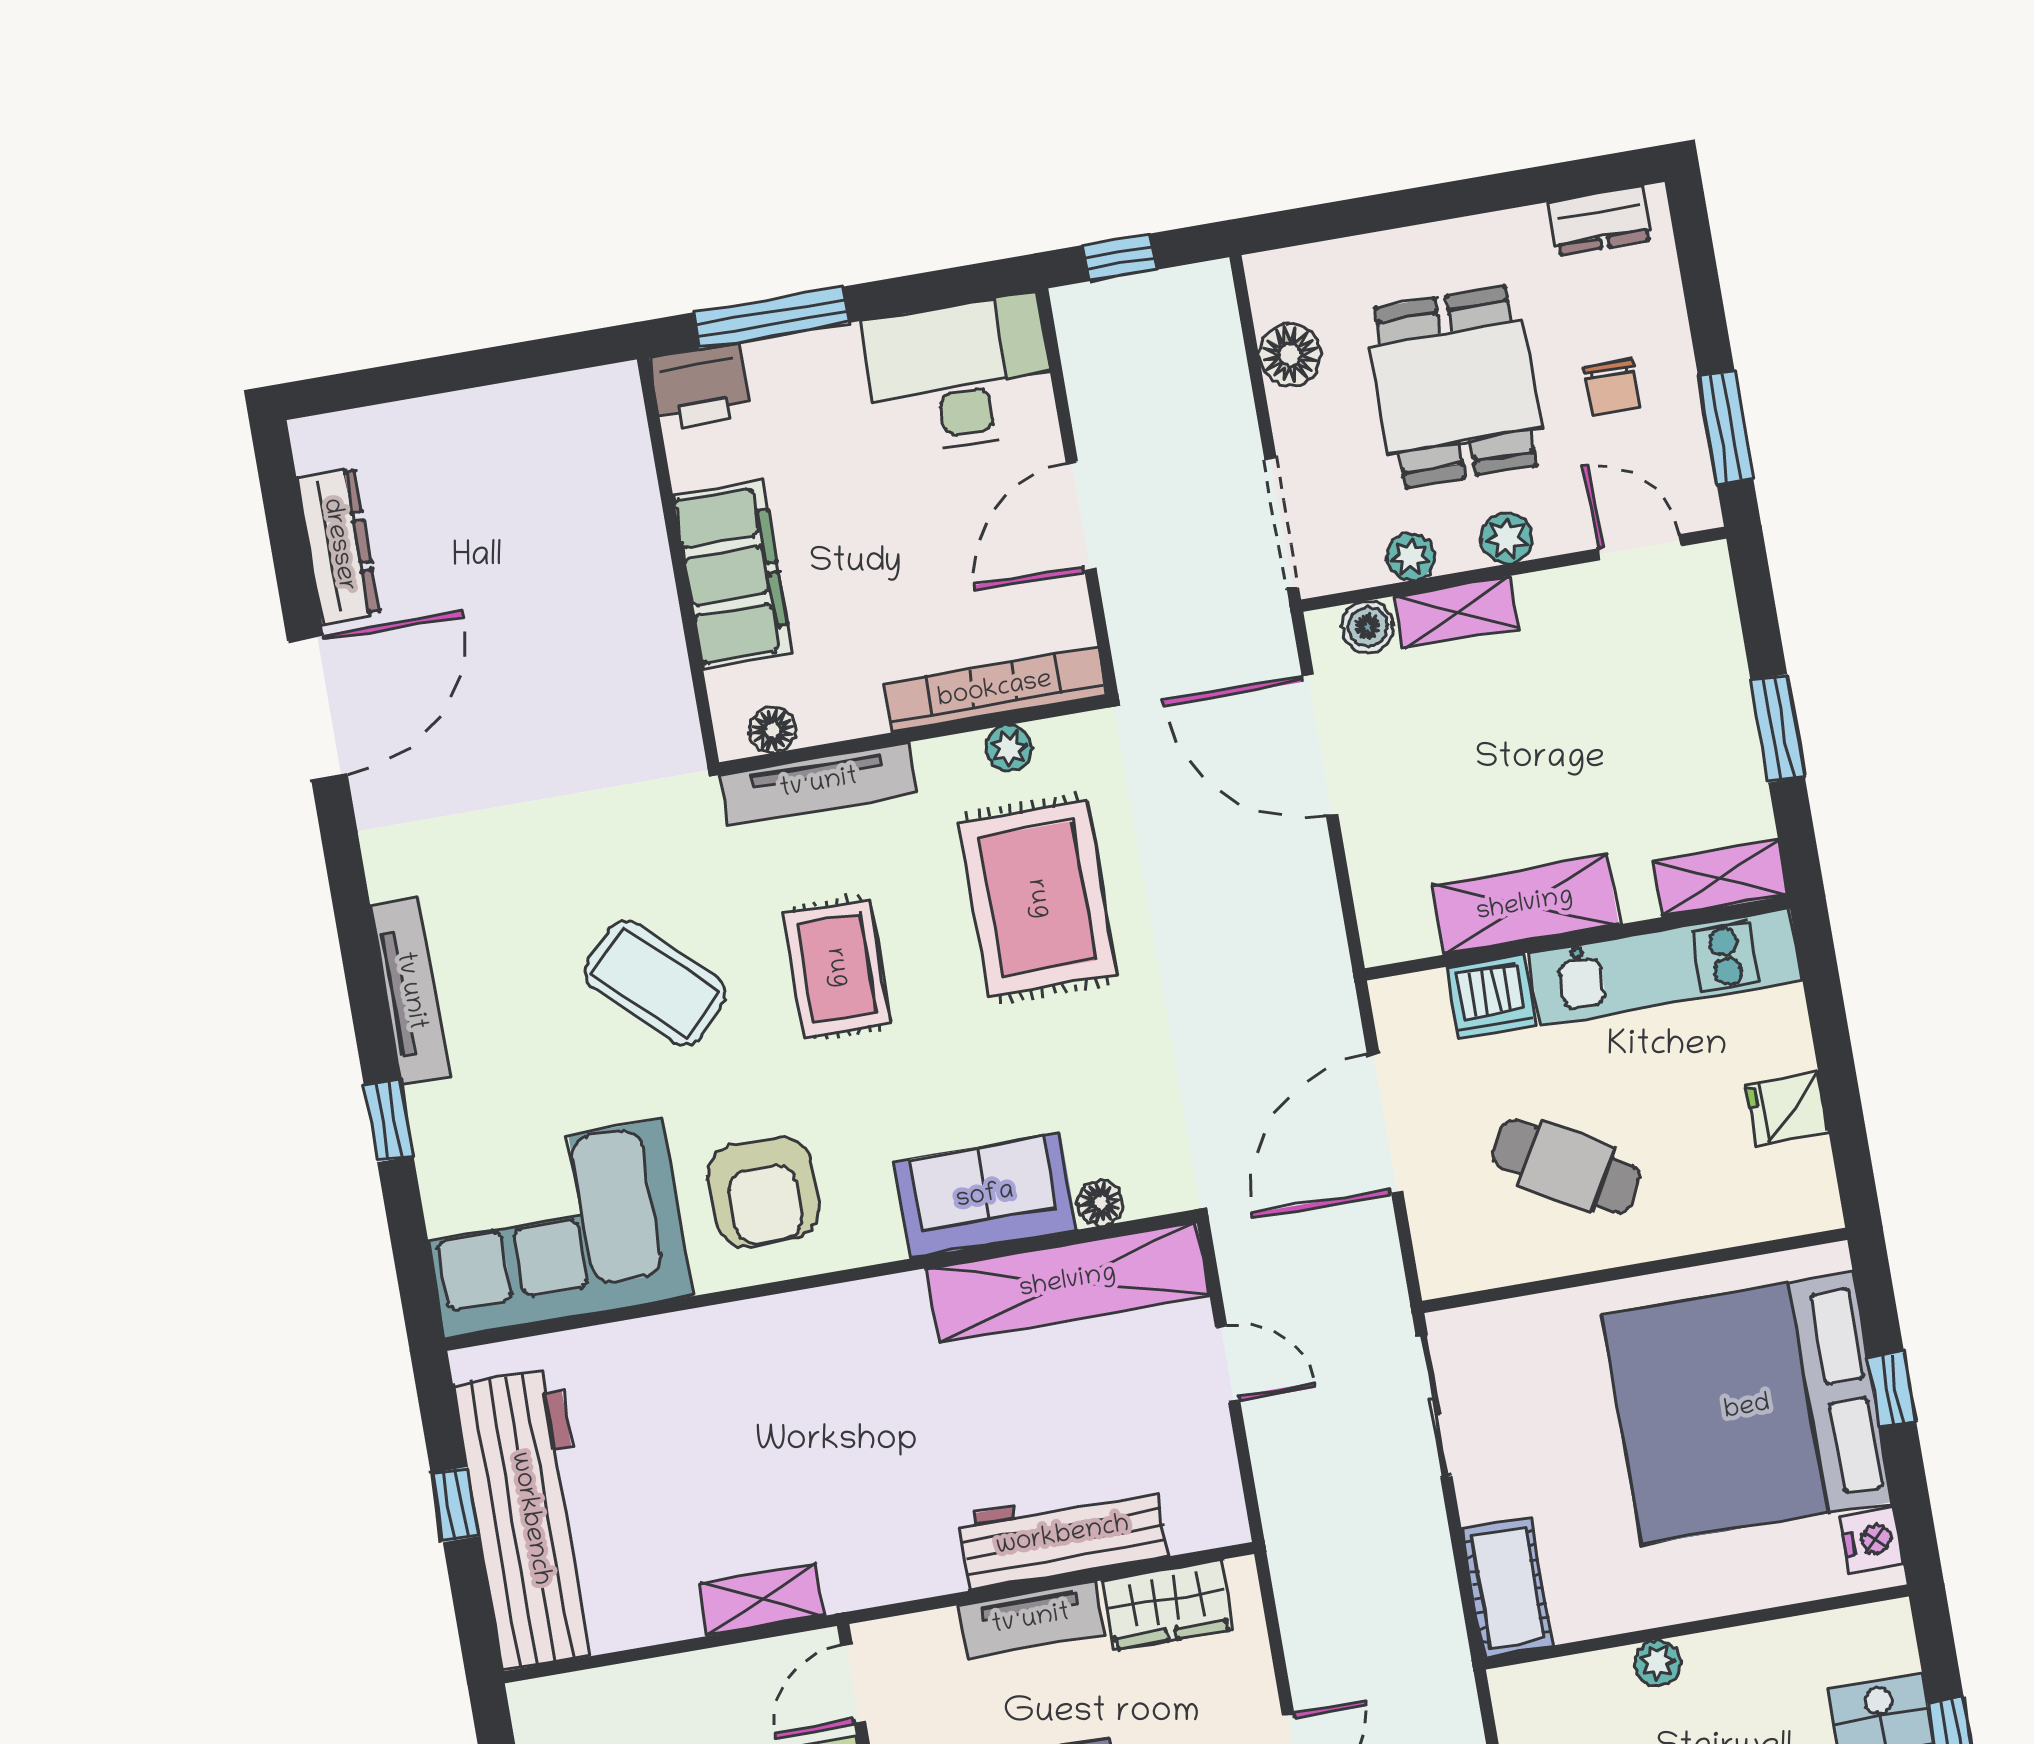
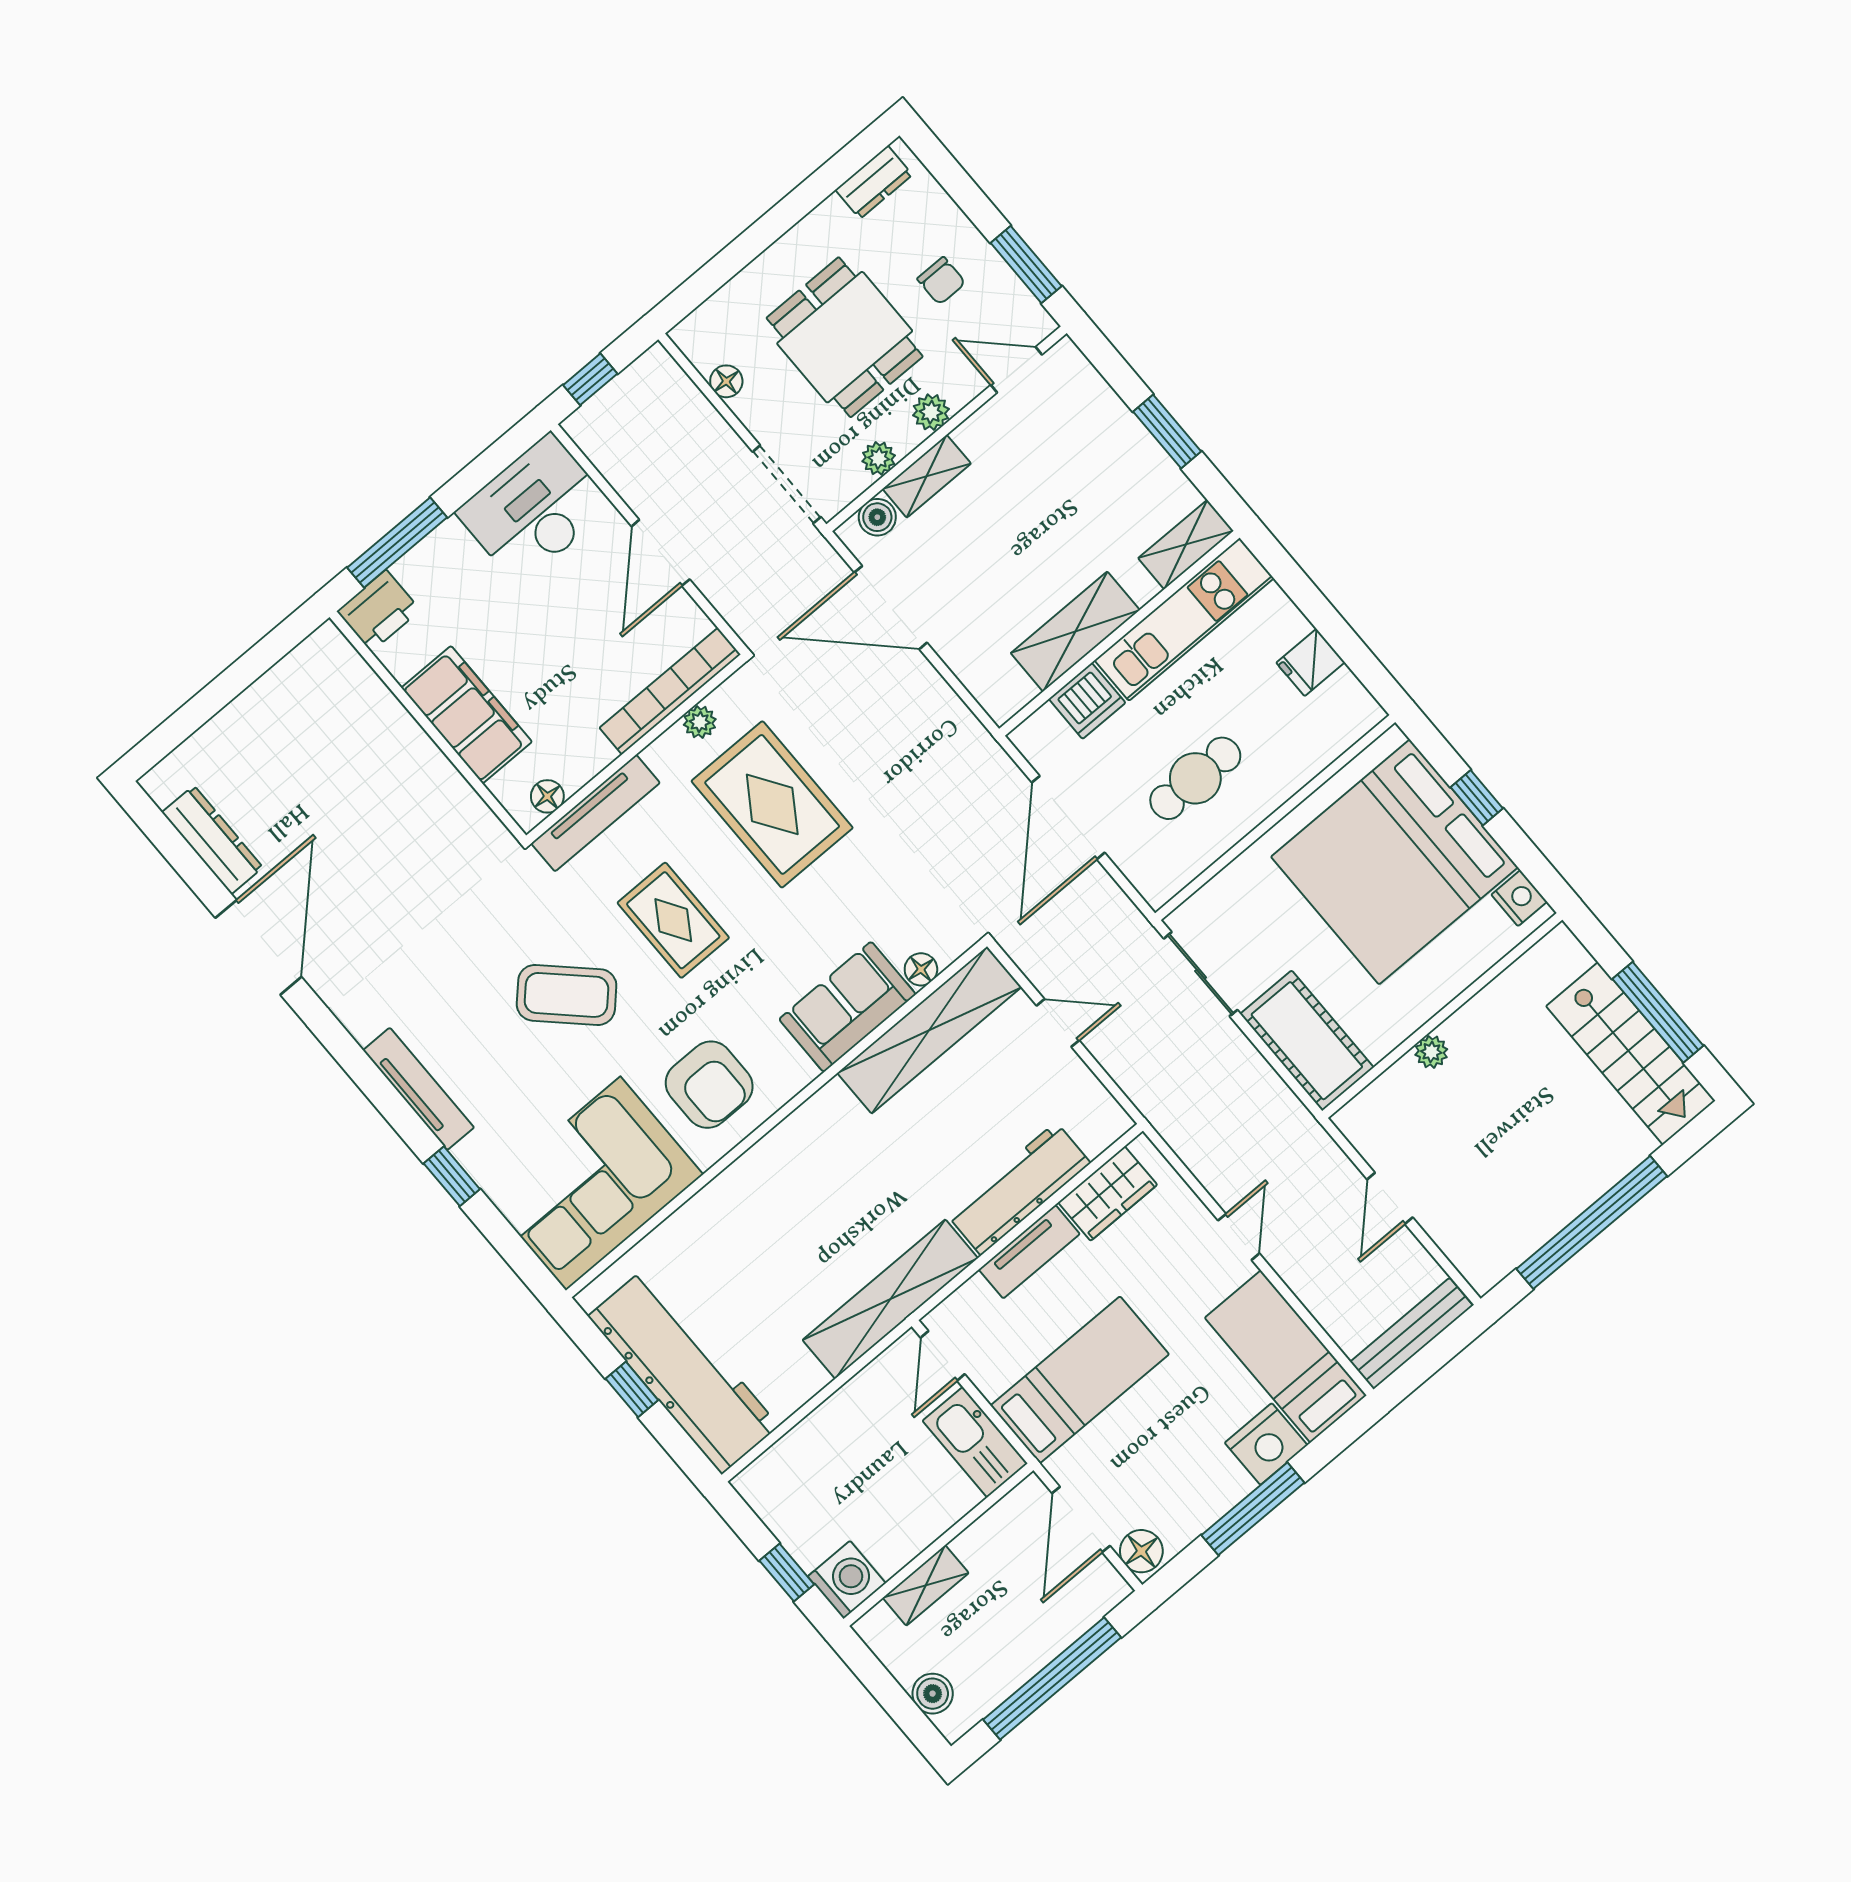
floor lamp: (1290, 355) -> (726, 381), width x0.73, depth x0.73
cafe table: (1566, 1166) -> (1195, 778), turned -31
cot: (1508, 1587) -> (1307, 1041), width x1.37, depth x1.34
shelving: (761, 1599) -> (890, 1299), width x2.20, depth x1.33

